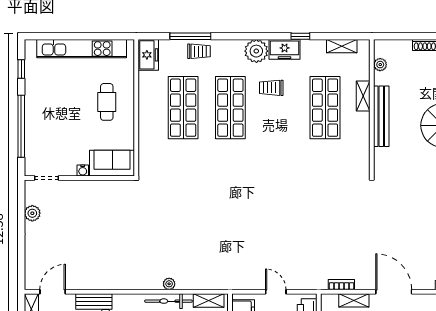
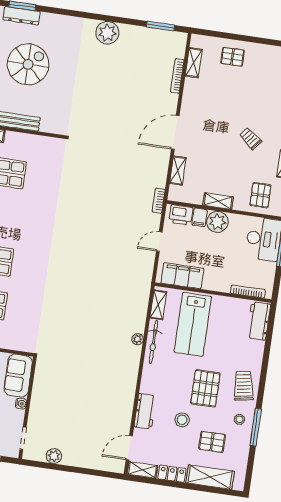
bookcase: (341, 285) -> (159, 201), moved
door: (53, 292) -> (129, 448), hinge flipped

